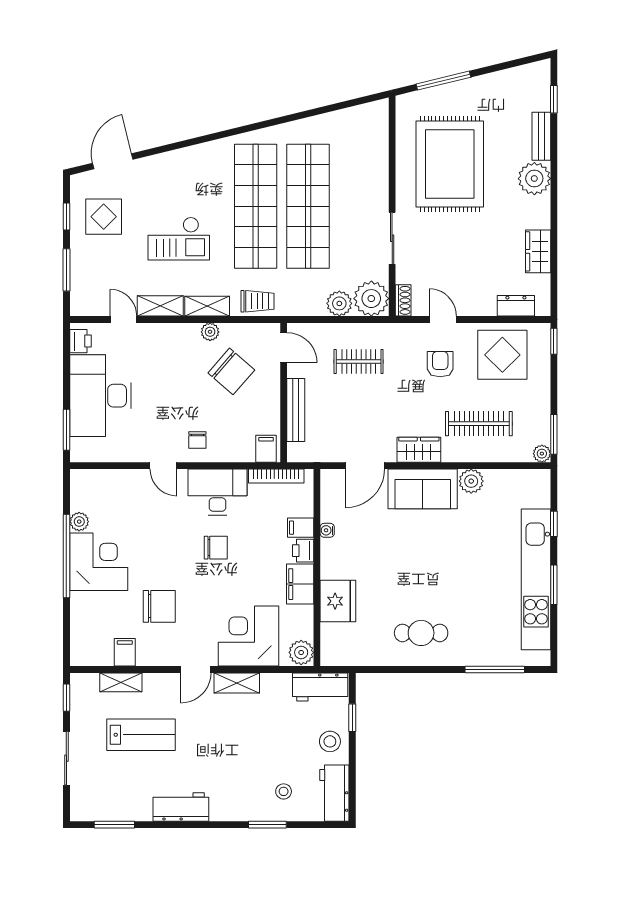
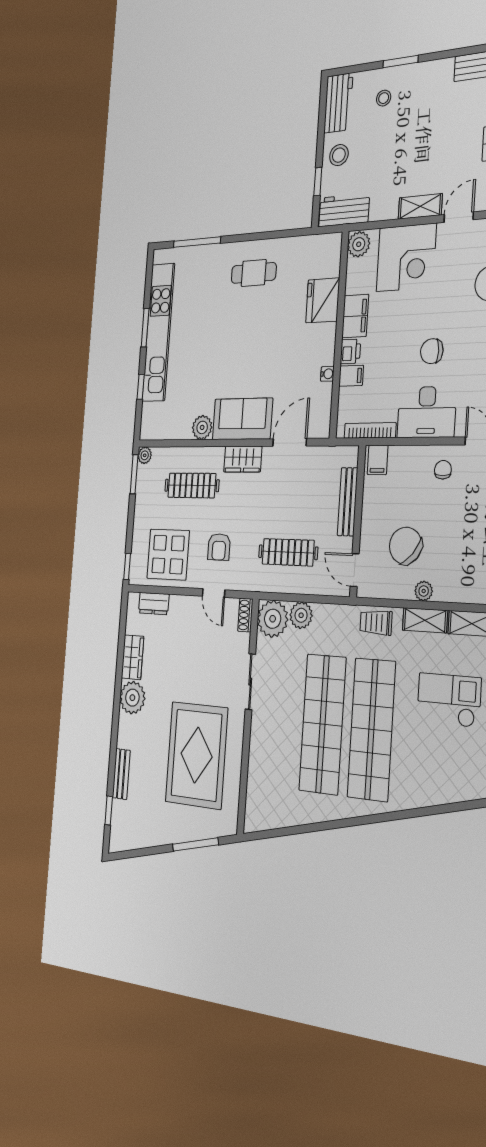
plant: (534, 179) -> (132, 698), moved
clothes rail: (359, 362) -> (288, 552), width x1.36

